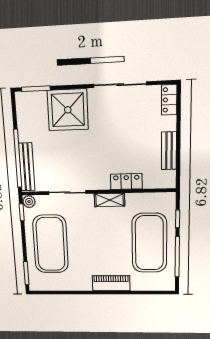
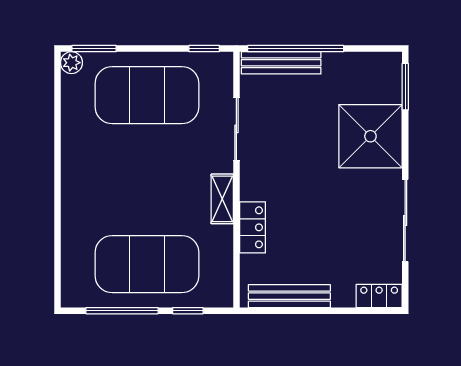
bench: (169, 151) -> (289, 296), width x1.36
plant: (29, 202) -> (71, 63), moved
piano: (111, 283) -> (75, 198), removed

